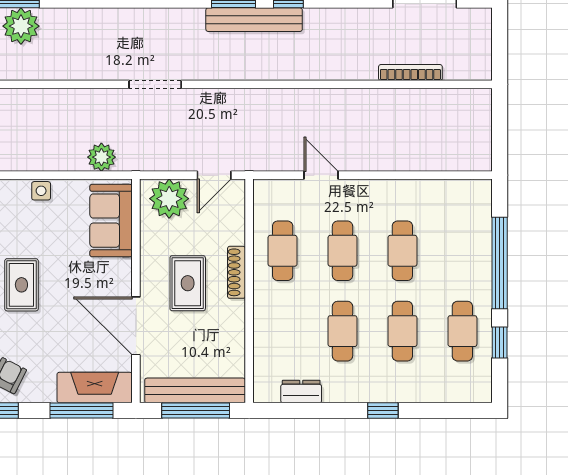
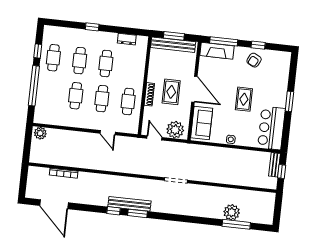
plant: (101, 157) -> (40, 133), moved
door: (214, 175) -> (154, 138), hinge flipped
door: (136, 326) -> (194, 89), moved
window: (196, 411) -> (174, 36), width x0.69

